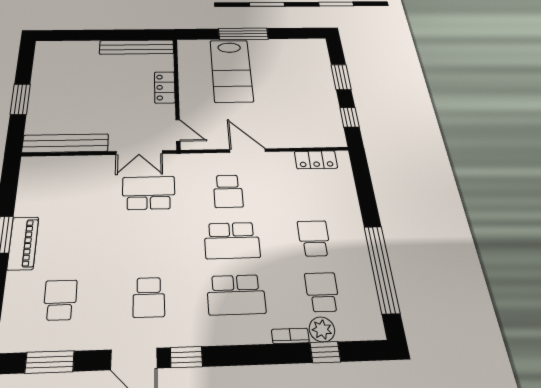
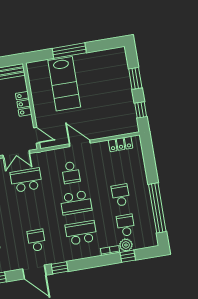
school desk: (236, 295) -> (81, 233), turned 180
school desk: (149, 297) -> (36, 240), turned 180

